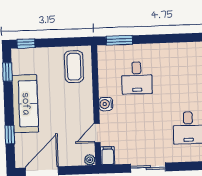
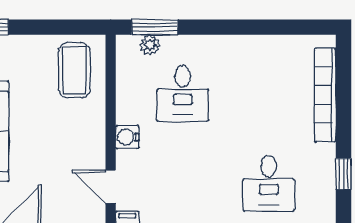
plant: (117, 50) -> (150, 45), added
door: (97, 133) -> (111, 187), hinge flipped

